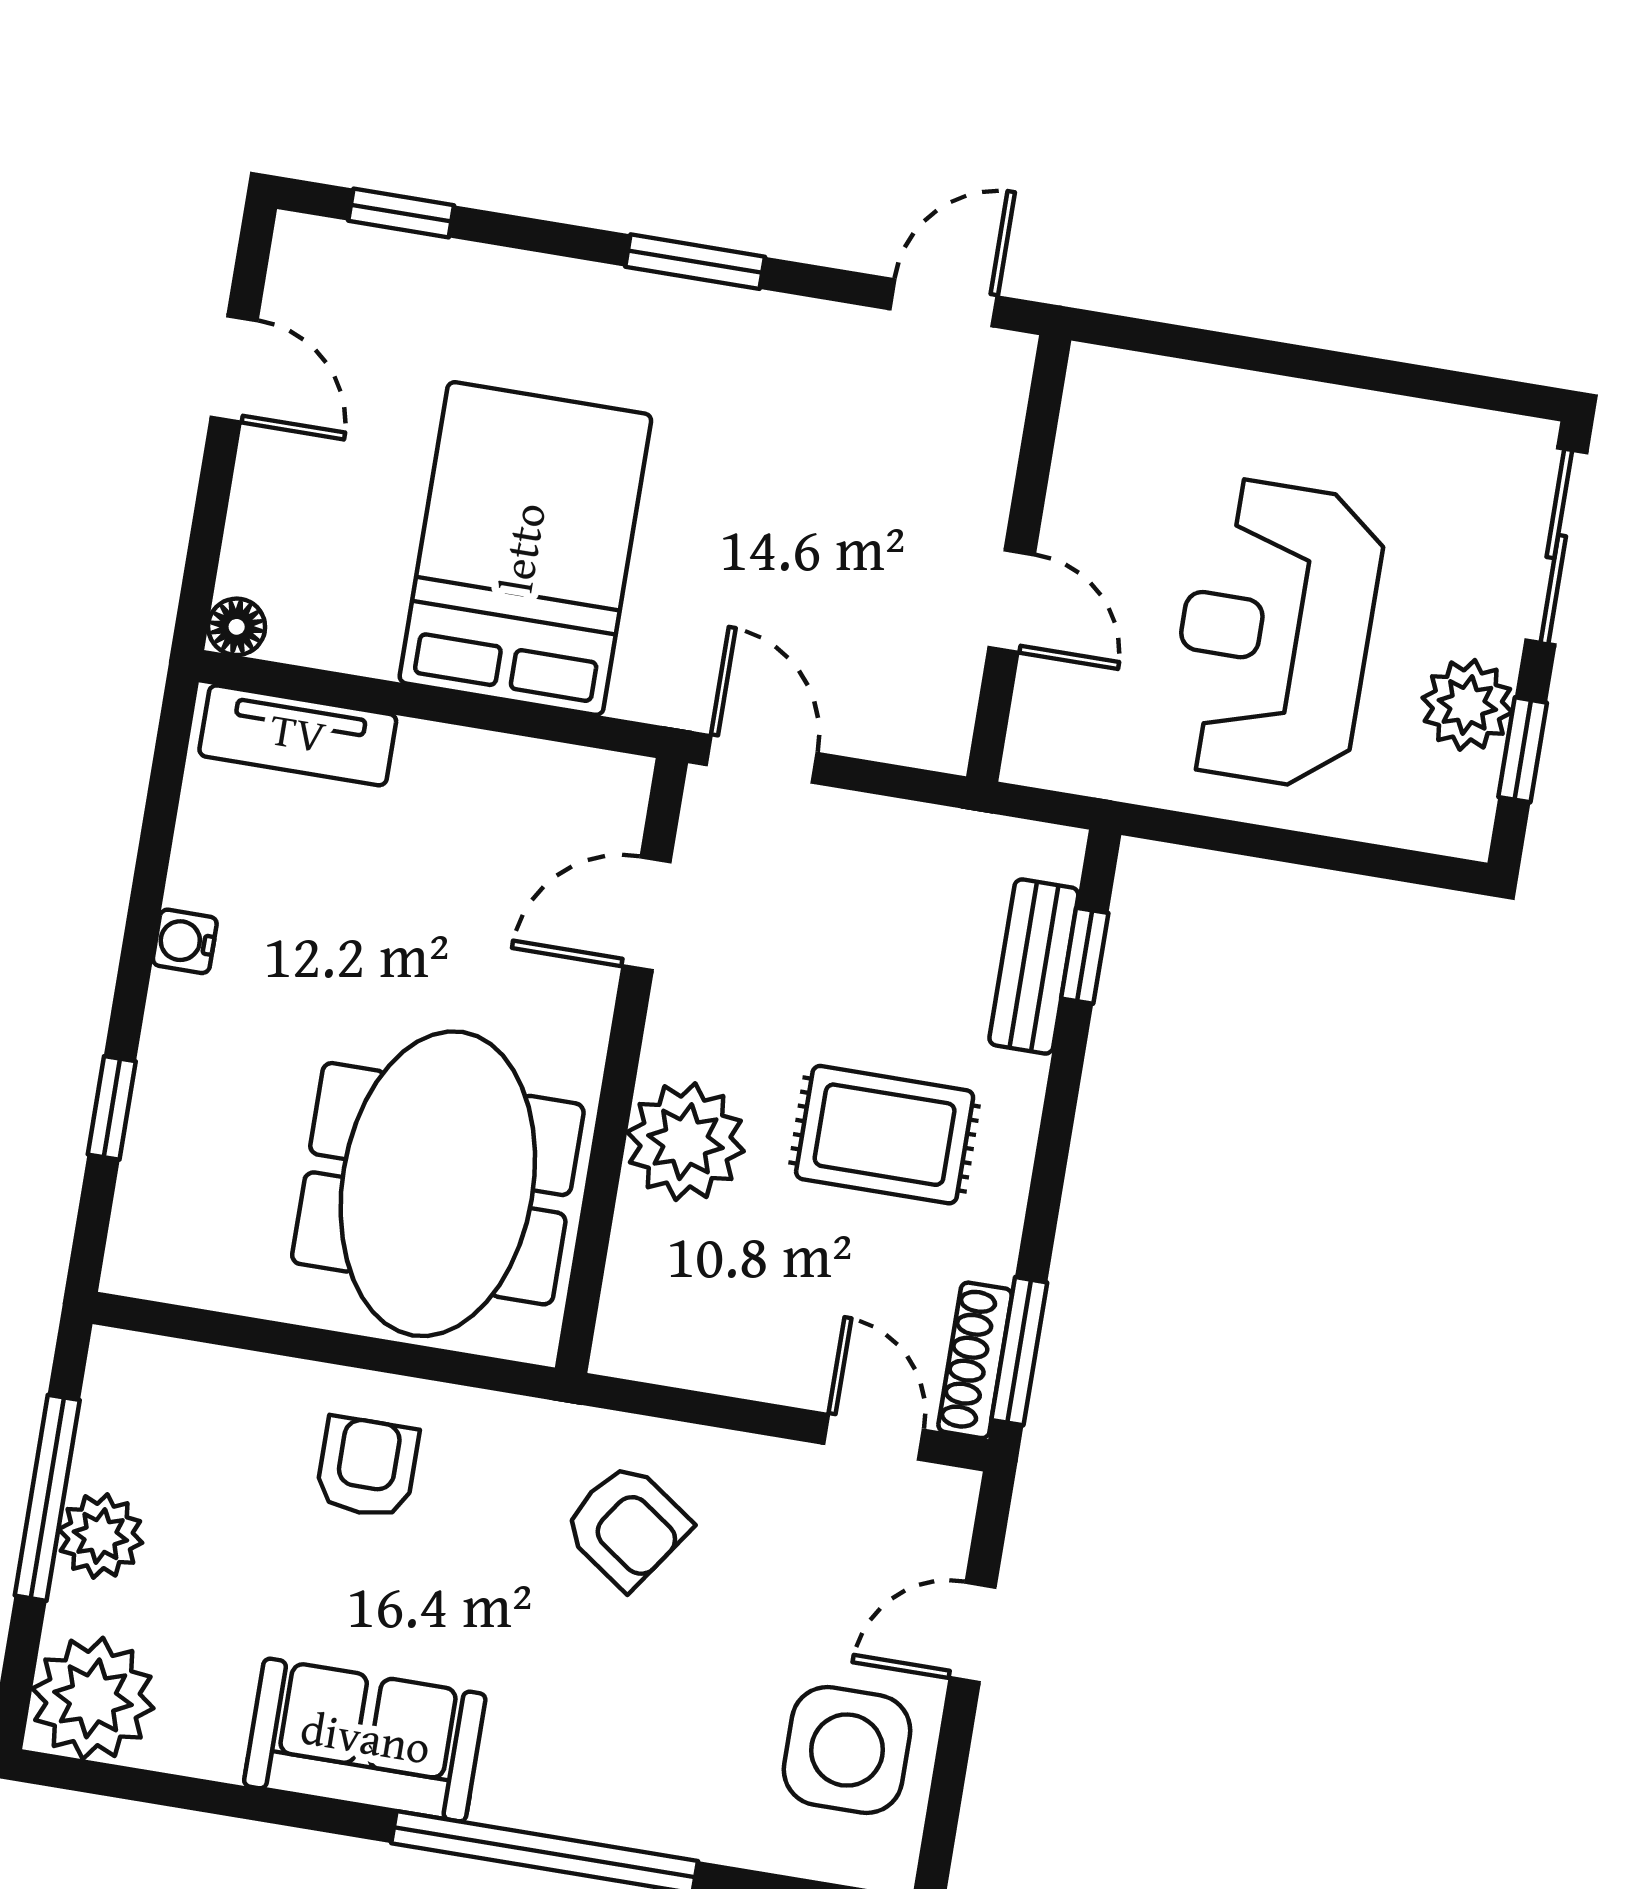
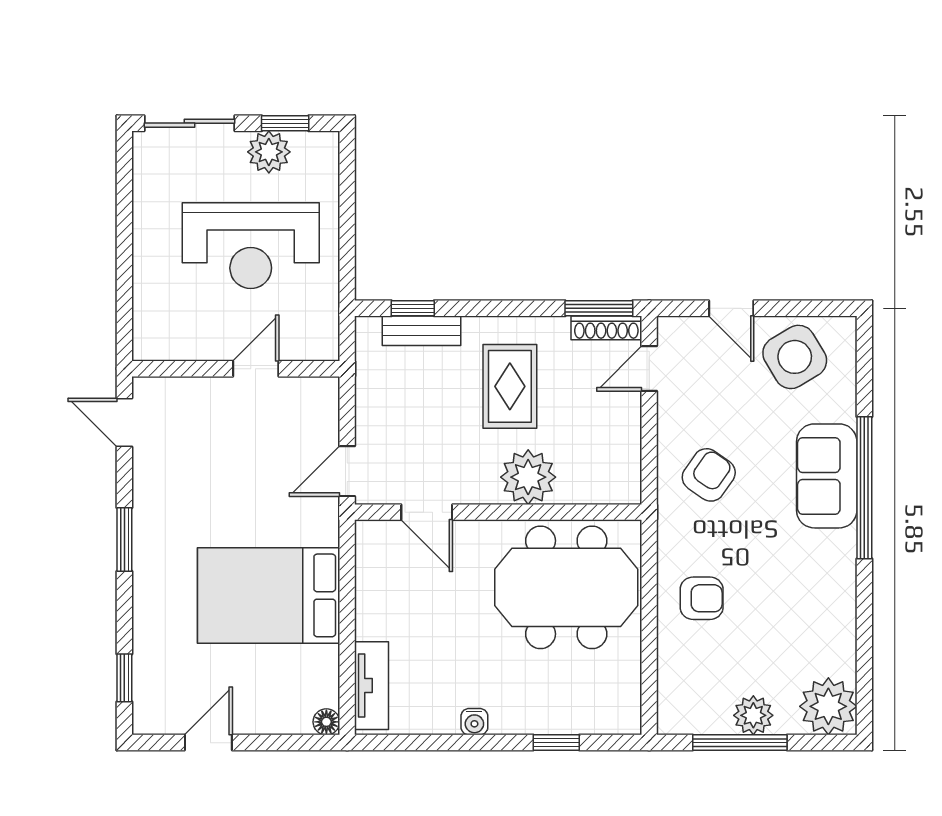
armchair: (367, 1467) -> (702, 598), turned 180
sofa: (365, 1740) -> (827, 476), moved
side table: (847, 1750) -> (795, 357), turned -31

